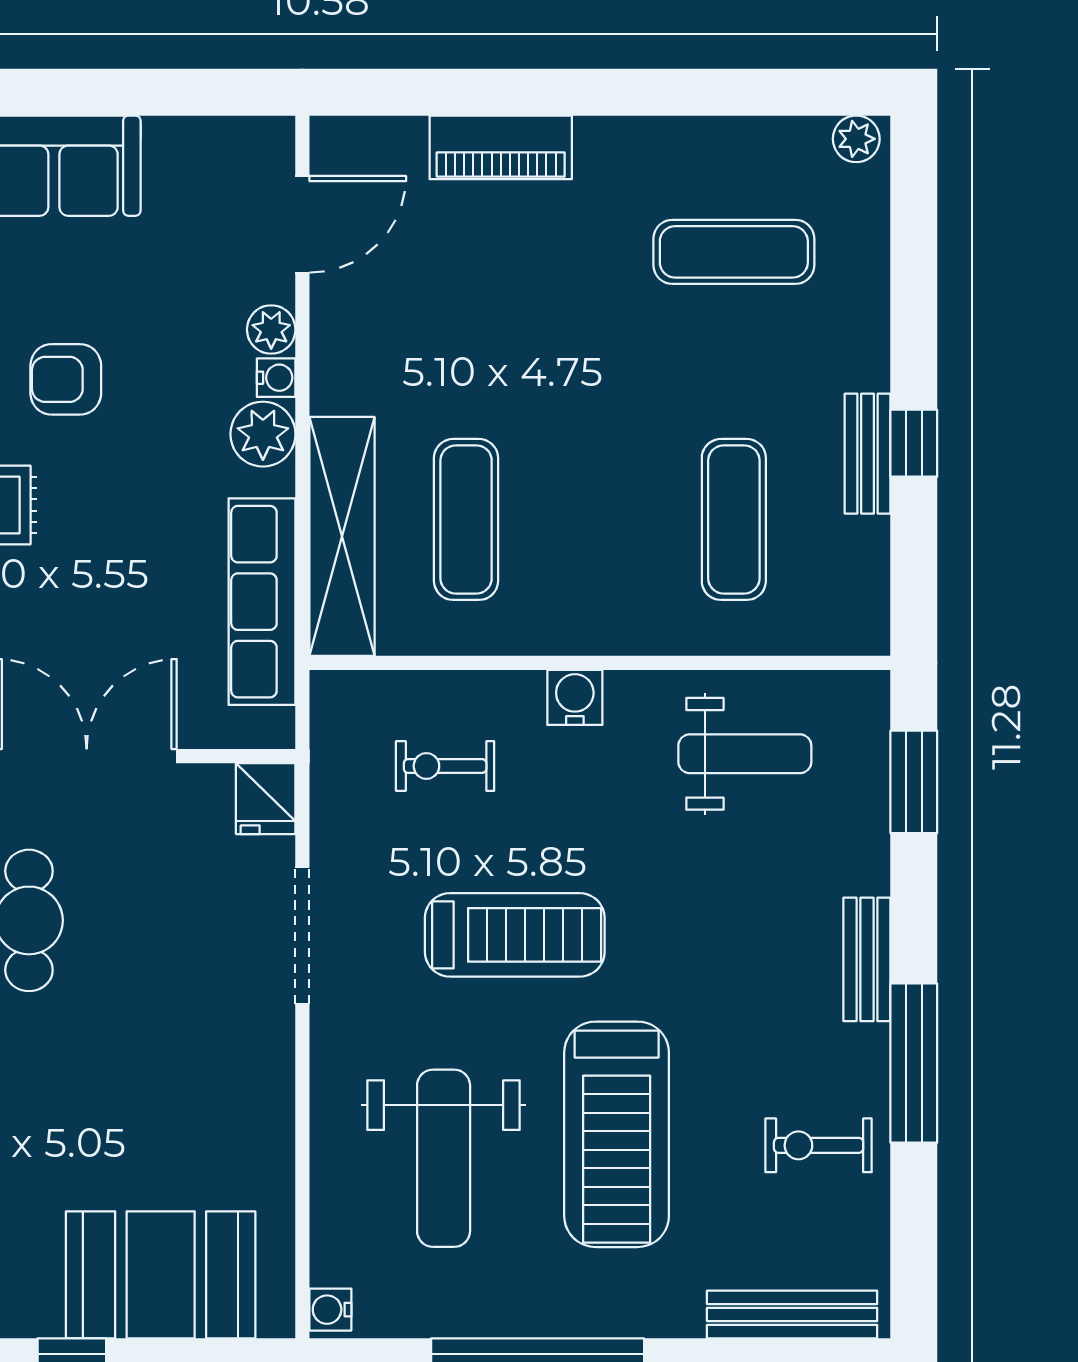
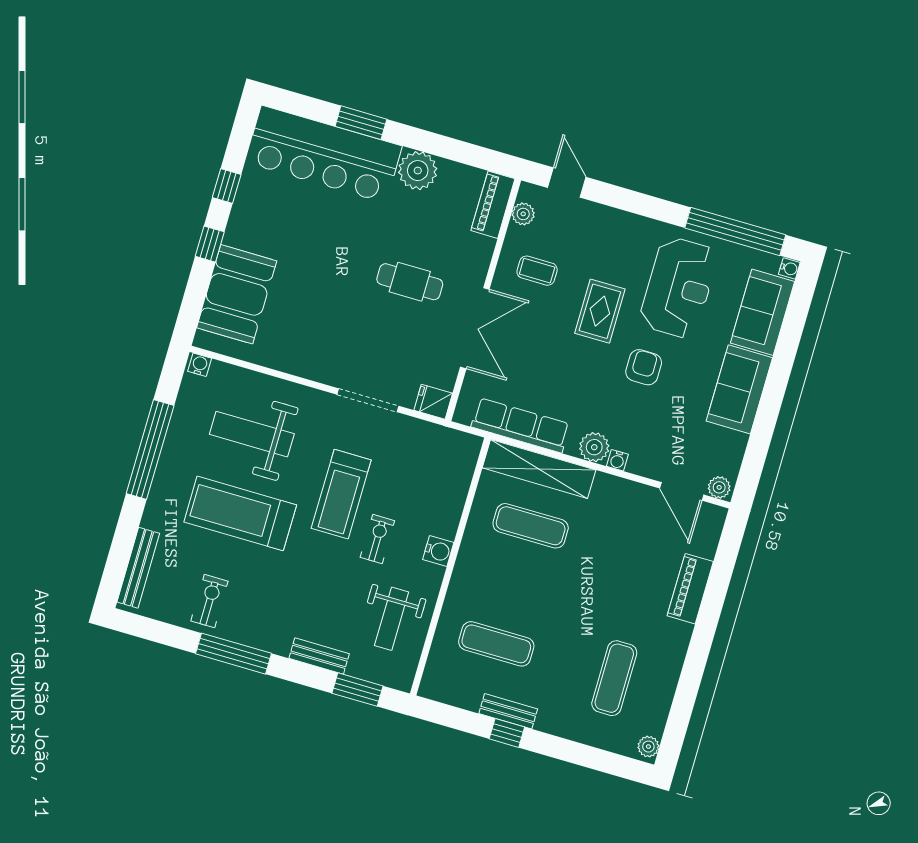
plant: (271, 330) -> (719, 487), moved
exercise bike: (445, 766) -> (377, 539), moved
bench: (867, 959) -> (319, 656), moved

